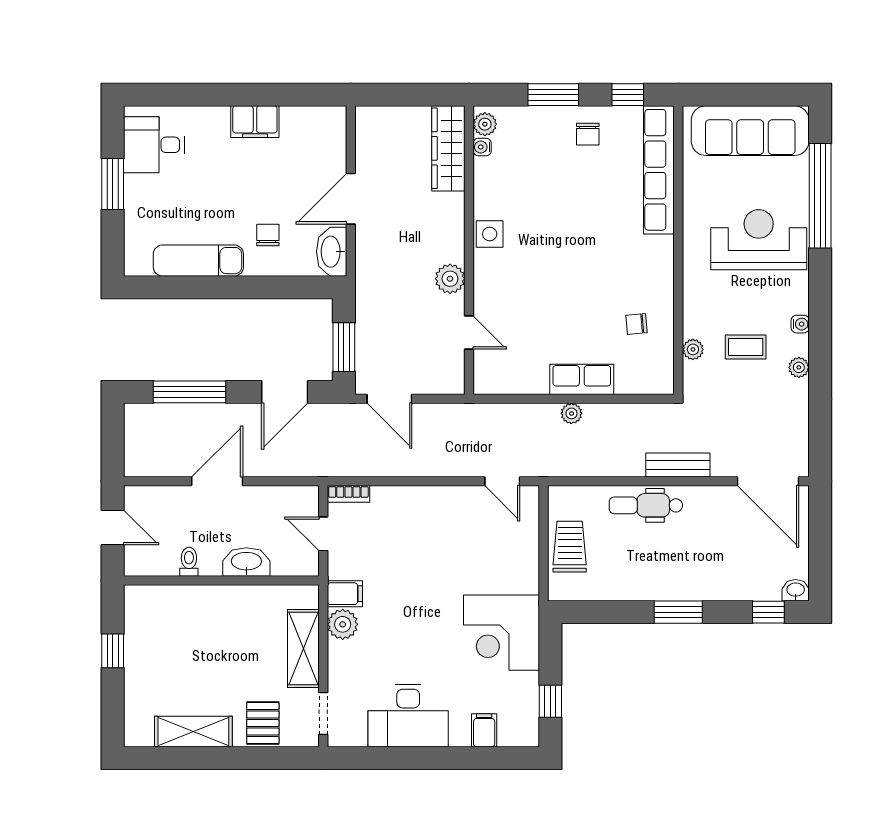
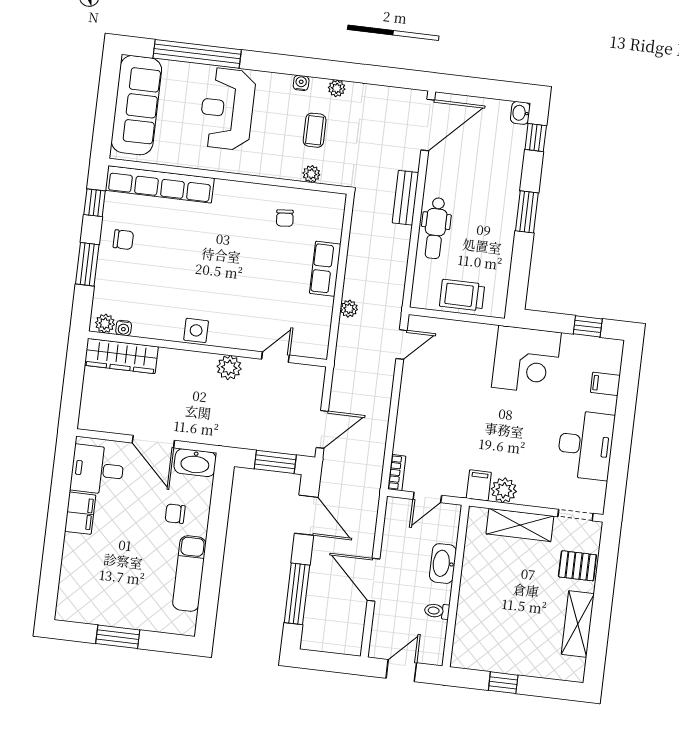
desk: (154, 145) -> (97, 470), moved, turned 90
plant: (571, 413) -> (349, 309), moved

